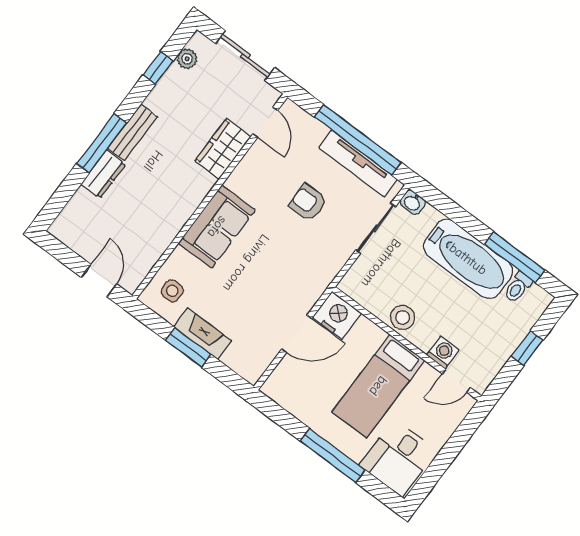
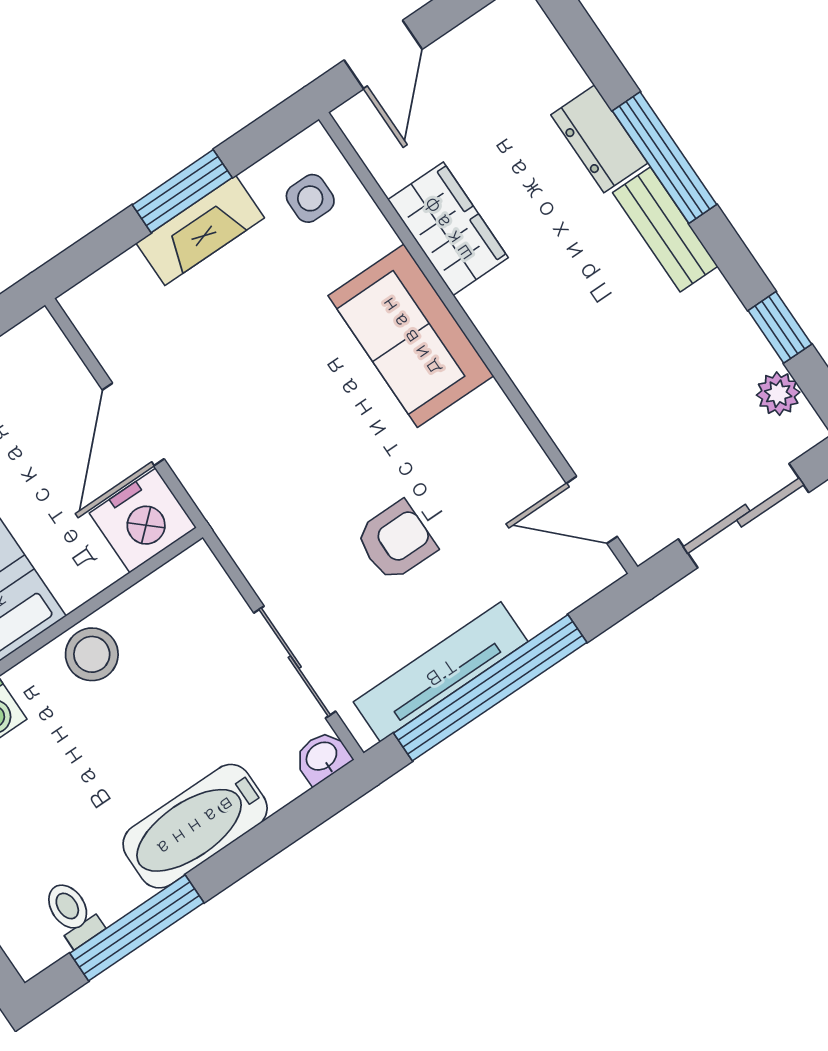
wardrobe: (223, 149) -> (448, 229), moved
bathtub: (468, 259) -> (195, 826), width x0.73, depth x0.73
door: (99, 281) -> (383, 55), hinge flipped

